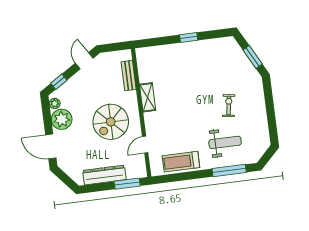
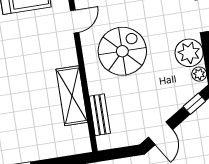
shelving: (148, 97) -> (72, 96), width x1.50, depth x1.33

